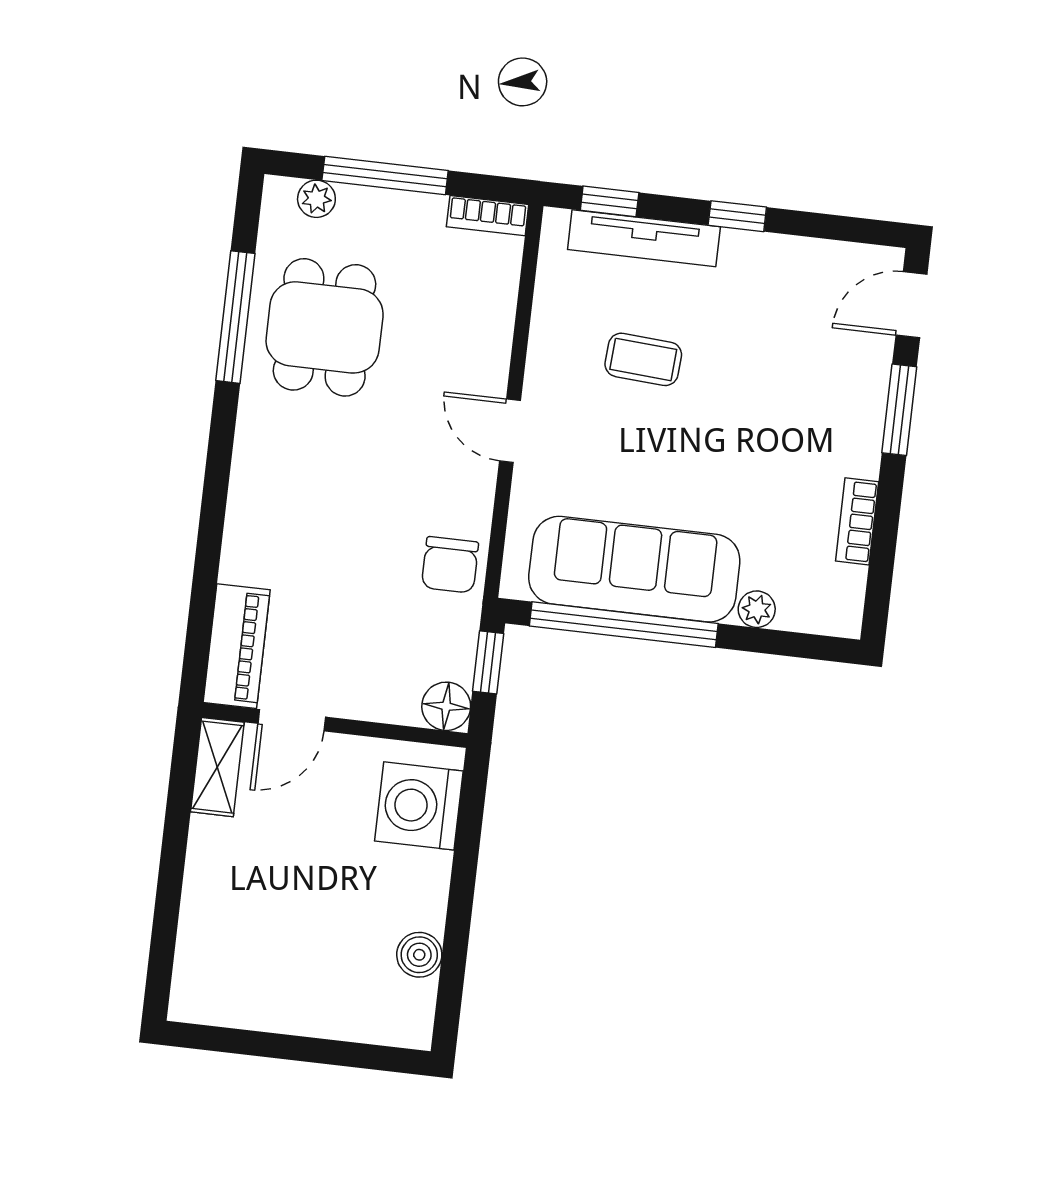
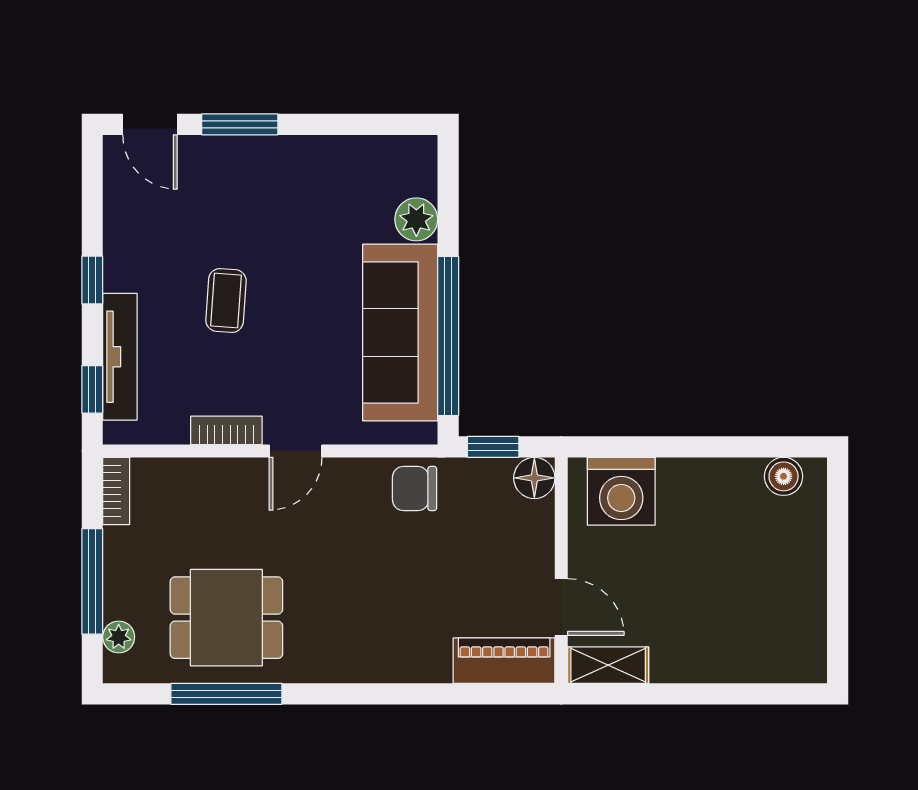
coffee table: (643, 359) -> (226, 301), moved
bookcase: (857, 521) -> (226, 430), moved, turned 180
chair: (450, 565) -> (415, 489), turned 180
plant: (757, 609) -> (416, 219), width x1.38, depth x1.38
boiler: (419, 955) -> (784, 476), moved

